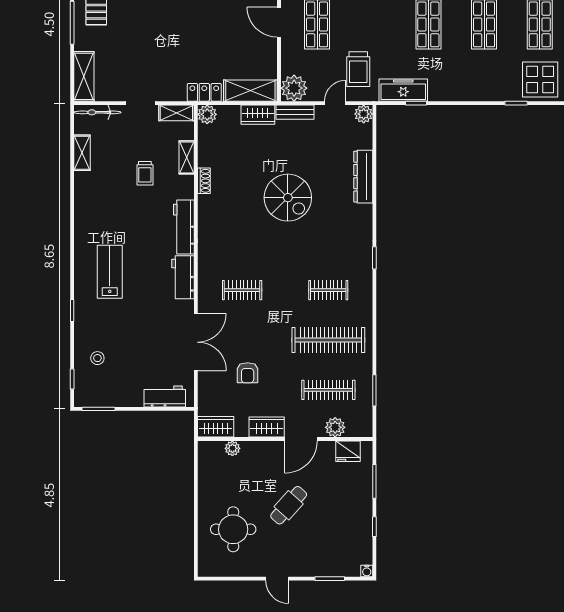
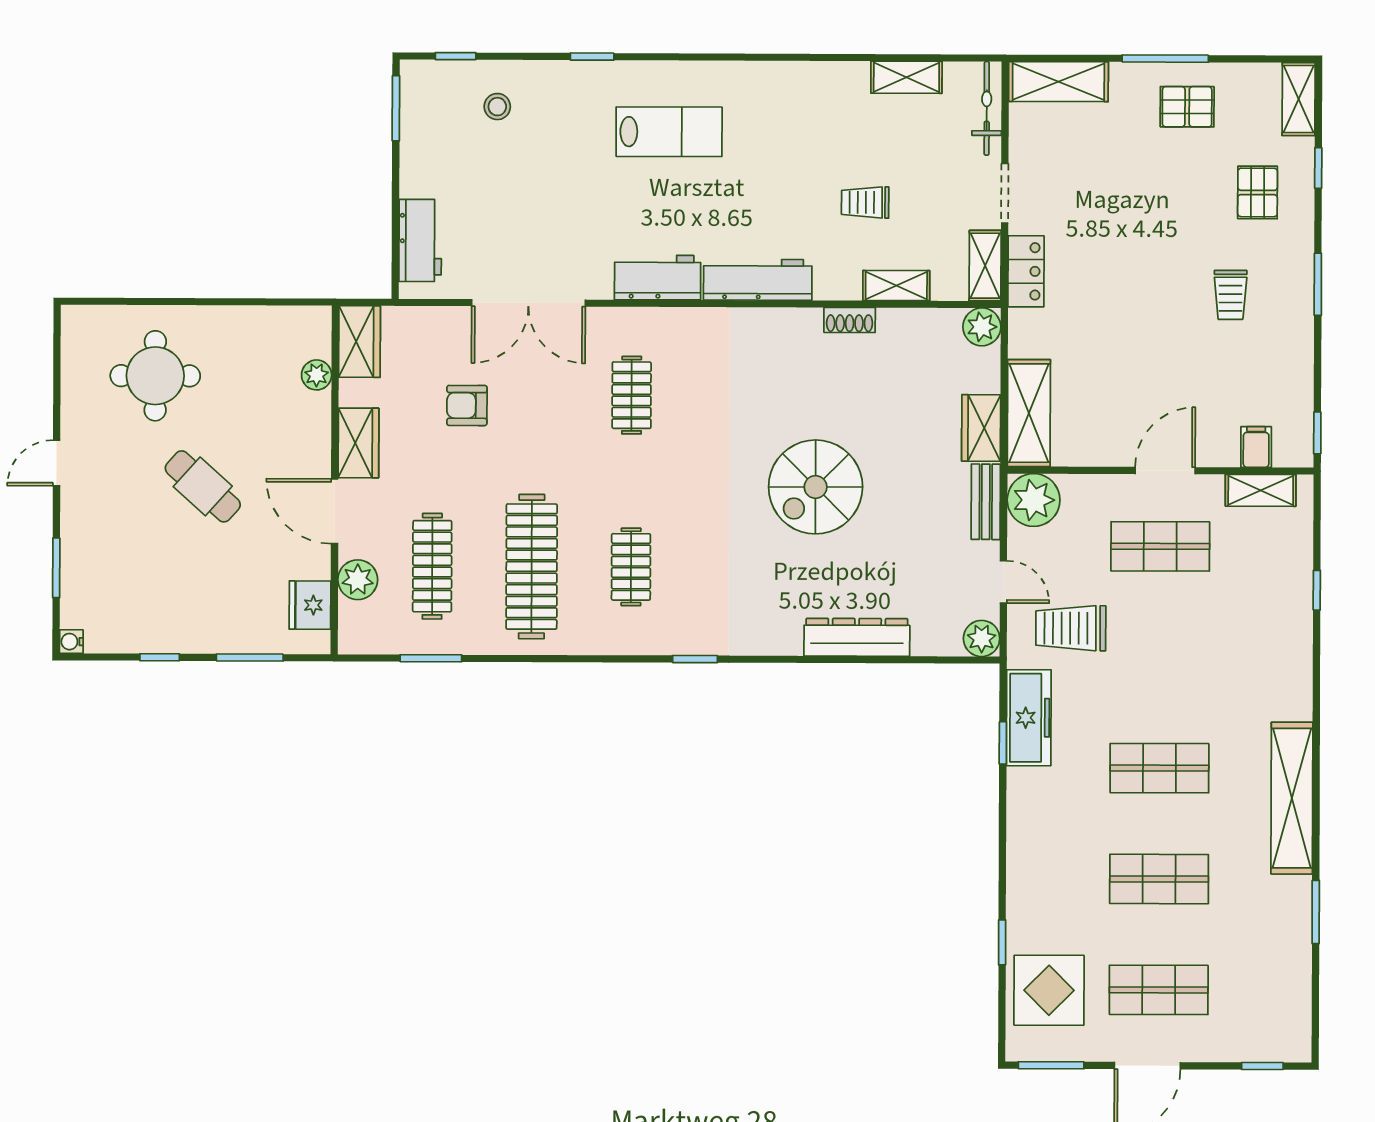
locker: (204, 92) -> (1026, 271), moved

